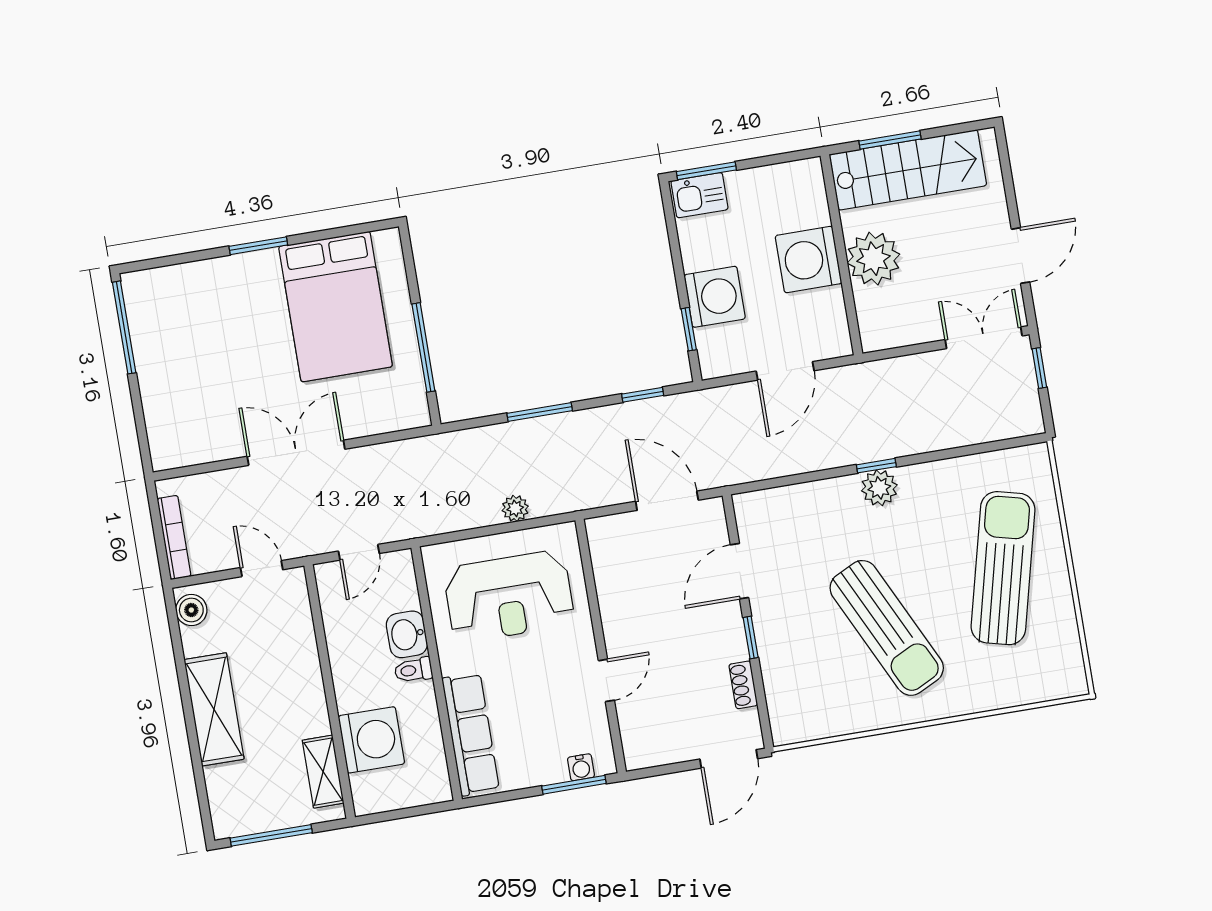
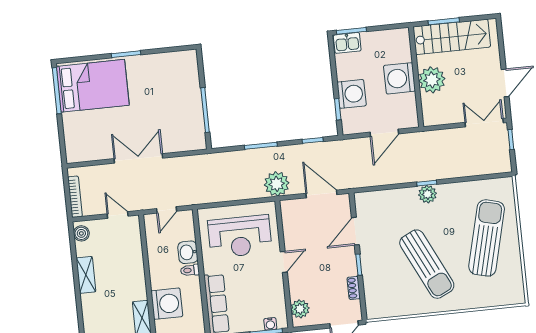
bed: (336, 307) -> (93, 86), moved, turned -90
plant: (515, 508) -> (277, 184), moved, width x1.88, depth x1.88
door: (606, 680) -> (284, 262), moved
shelving: (214, 709) -> (86, 275), width x0.67, depth x0.75
plant: (638, 733) -> (300, 309), added

